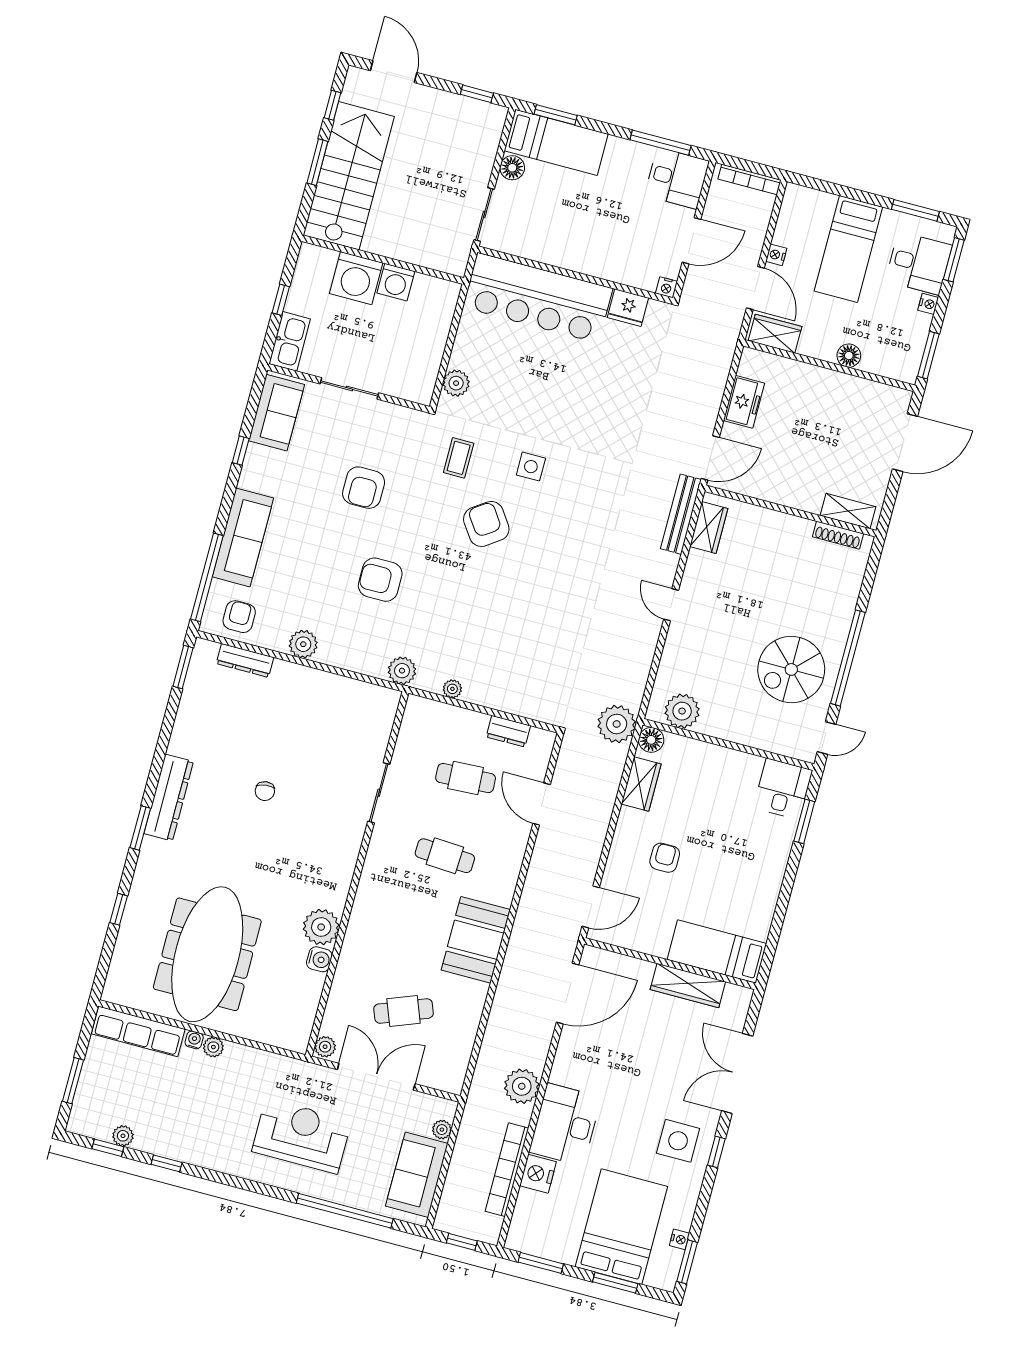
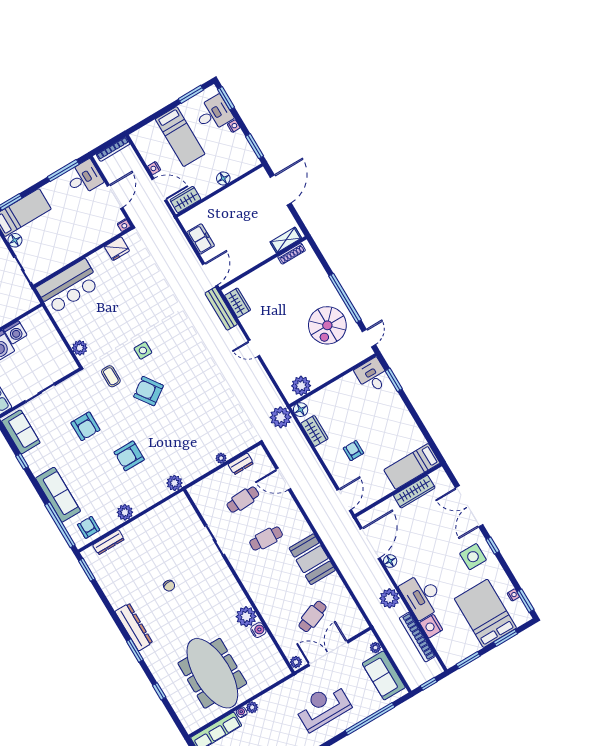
bar counter: (538, 298) -> (68, 287), width x0.73
plant: (452, 689) -> (221, 458), moved
floor lamp: (570, 1041) -> (390, 561), added

